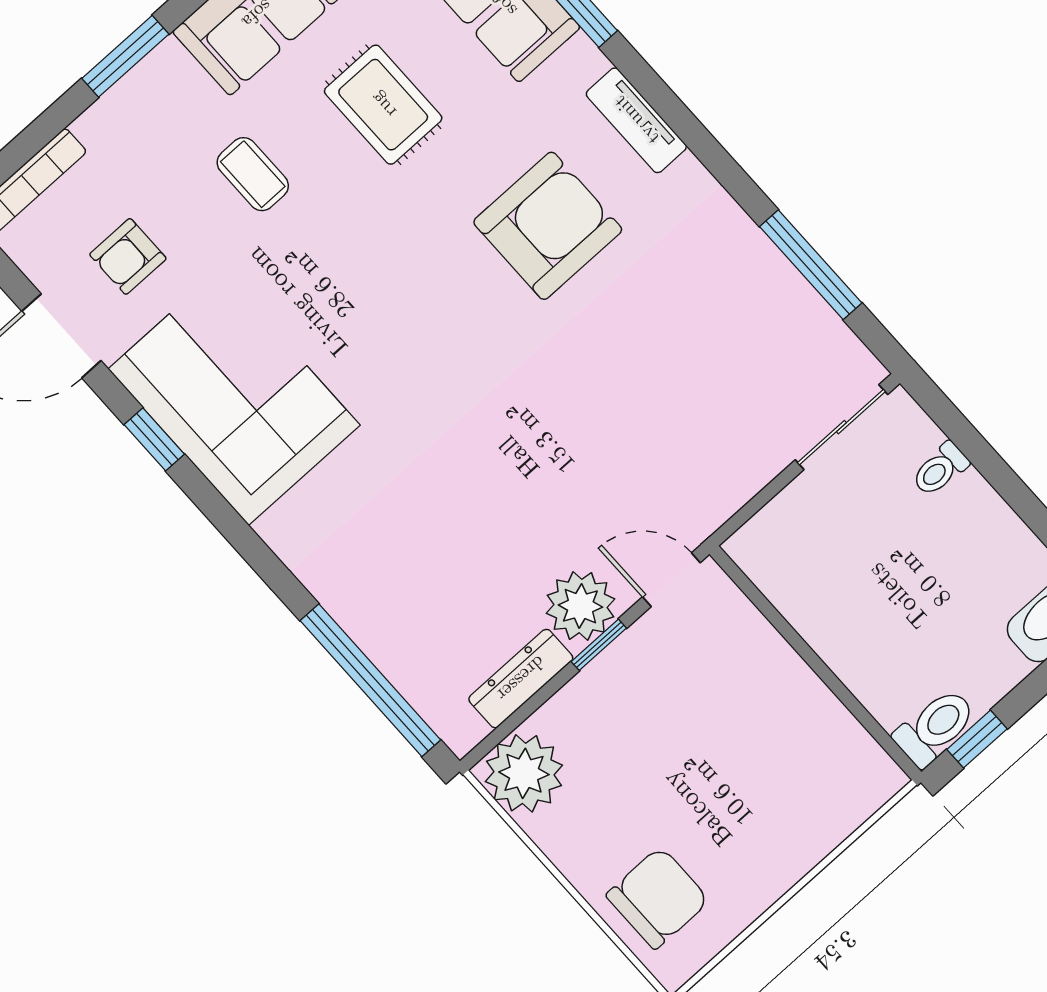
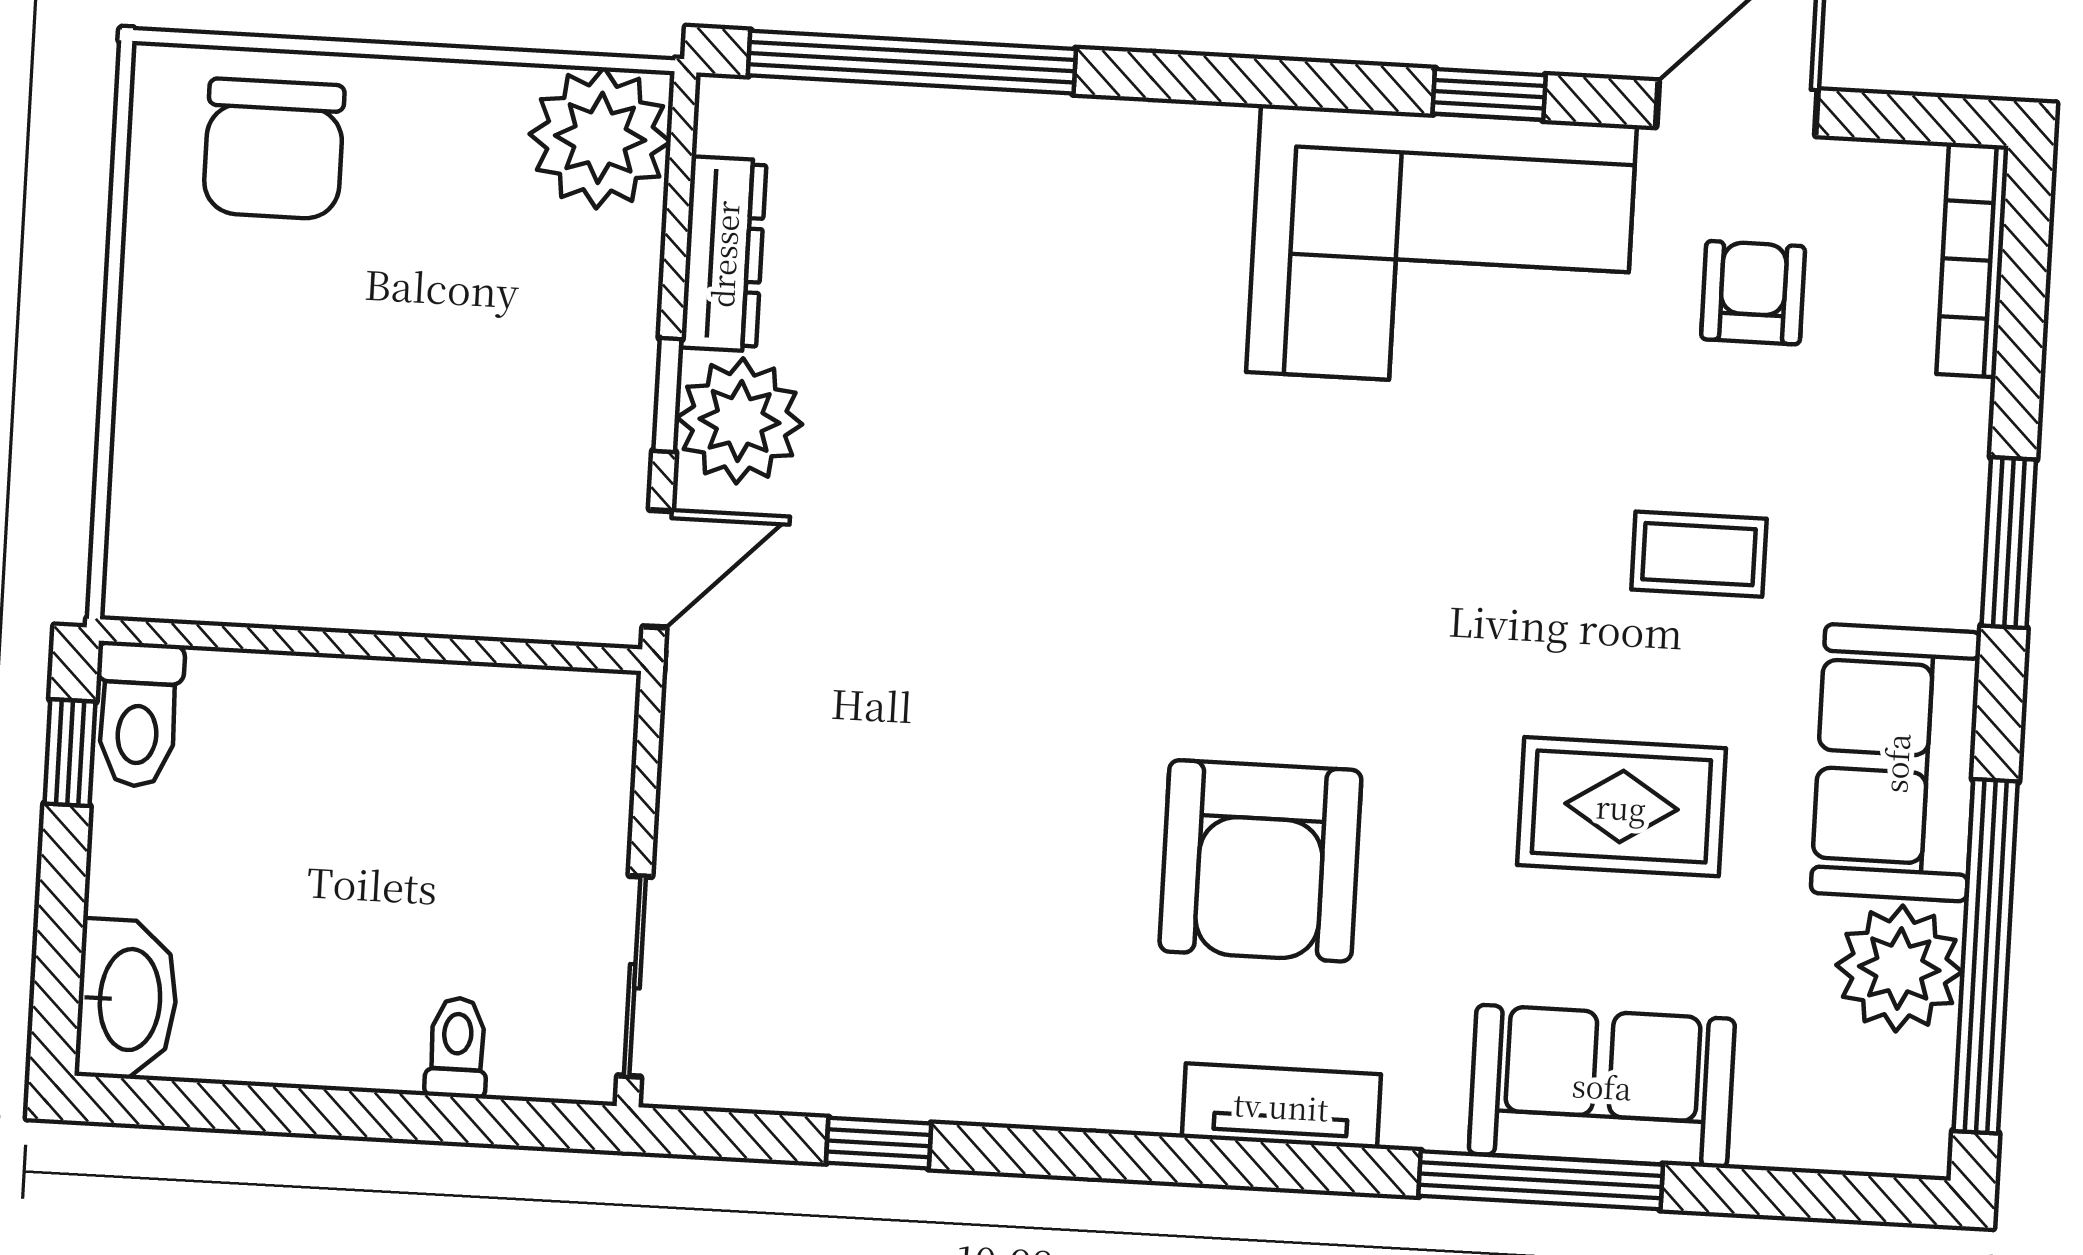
window: (811, 265) -> (879, 1143), width x0.46

